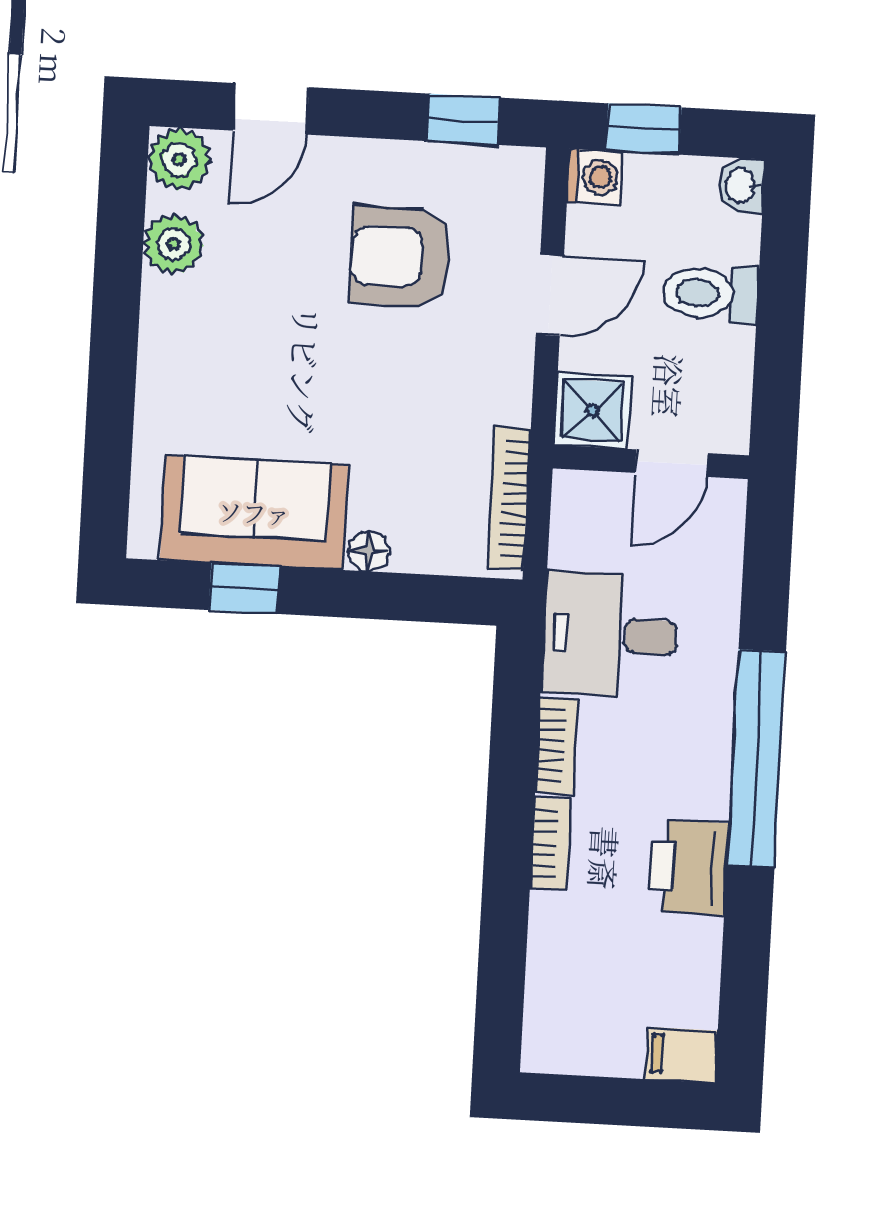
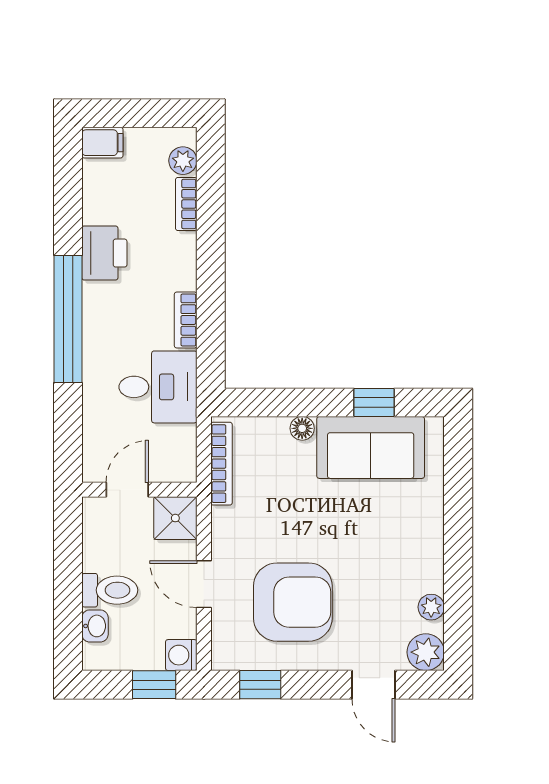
door: (271, 109) -> (373, 685), swing flipped
washbasin: (741, 186) -> (95, 626), moved
plant: (174, 244) -> (431, 607), width x0.73, depth x0.73
armchair: (400, 257) -> (293, 602), width x1.36, depth x1.36
door: (550, 295) -> (204, 584), hinge flipped
bookcase: (550, 844) -> (186, 204), moved
plant: (547, 1017) -> (183, 161), added

